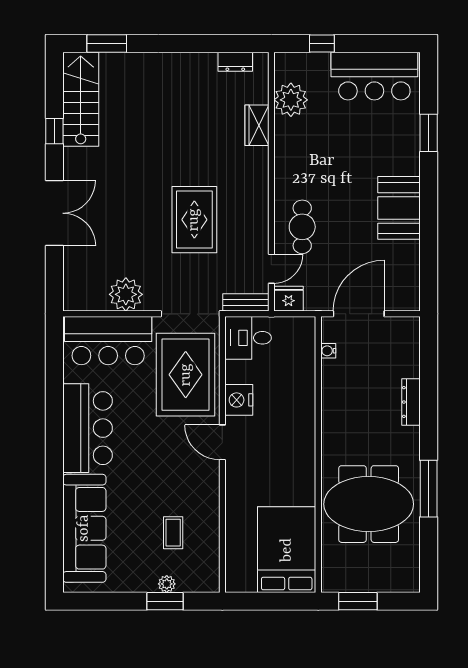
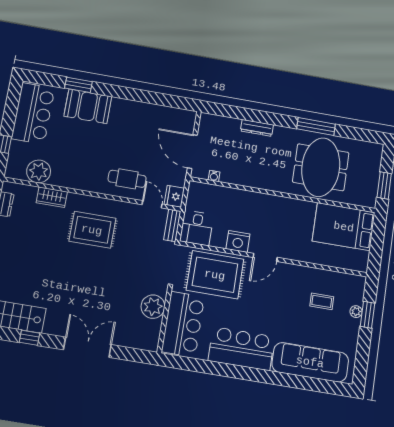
booth: (399, 208) -> (88, 106), moved
rug: (194, 220) -> (92, 230), moved

